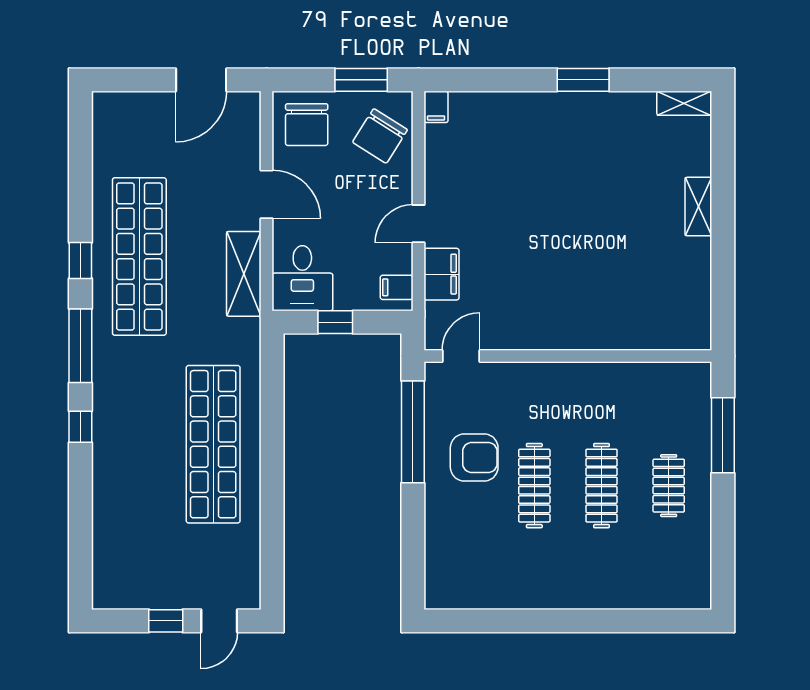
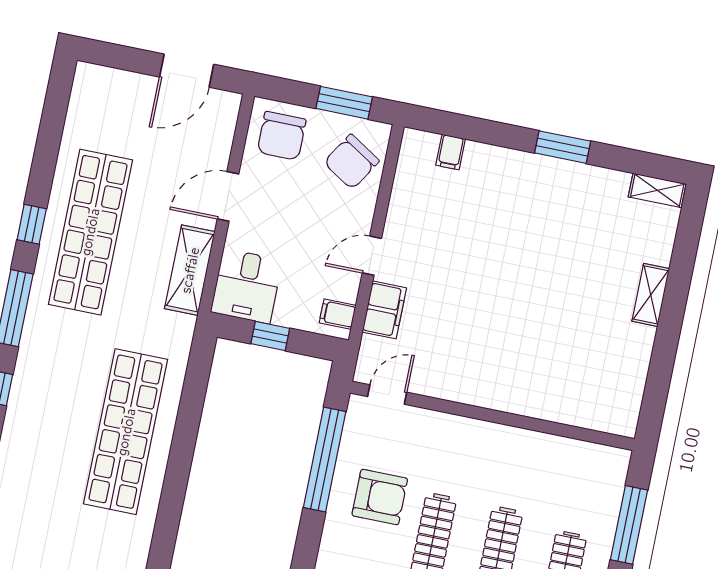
filing cabinet: (436, 107) -> (451, 152), moved
door: (266, 194) -> (228, 196), swing flipped

